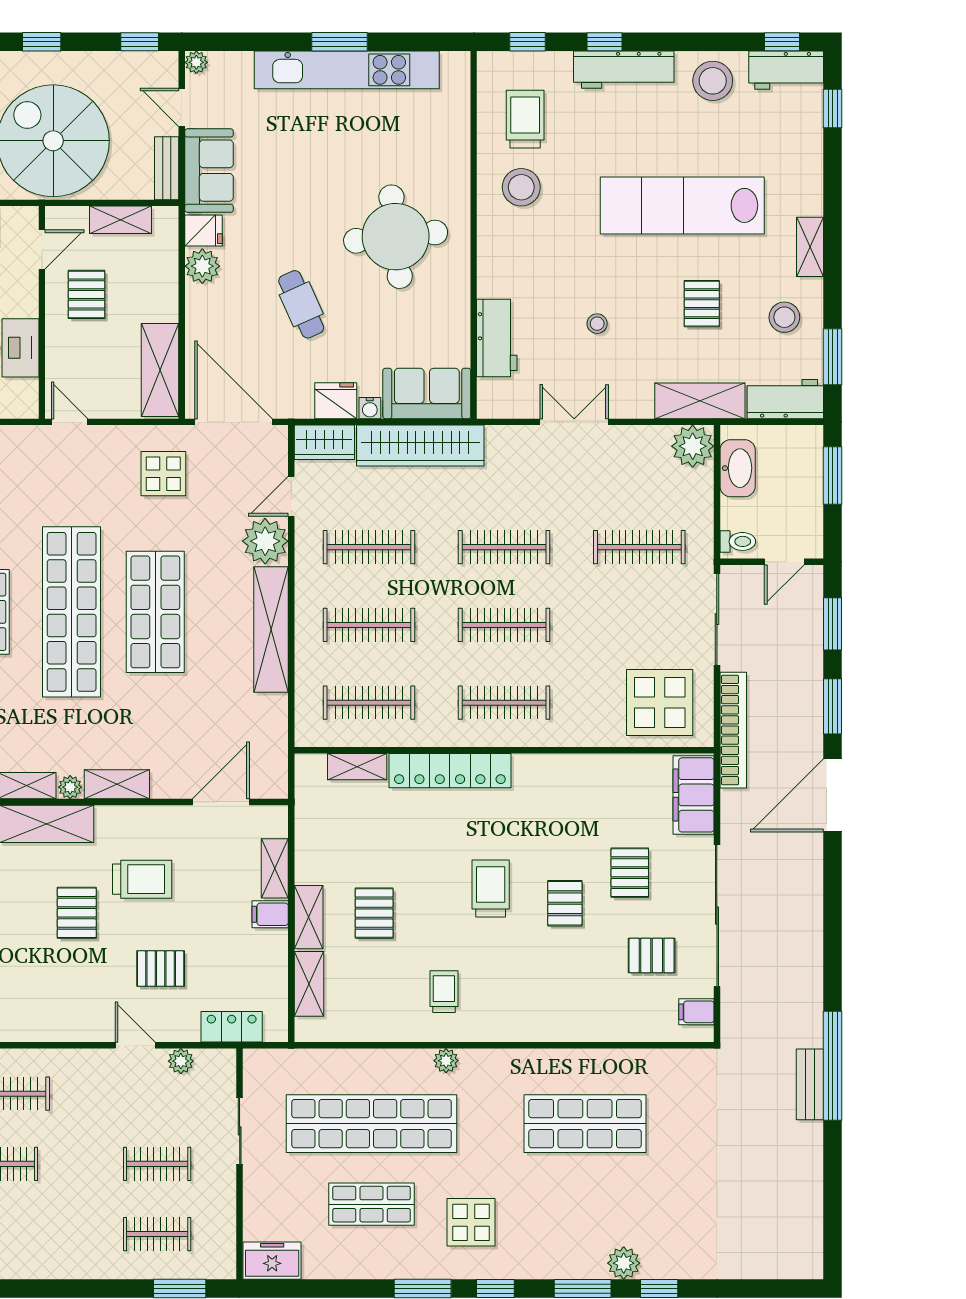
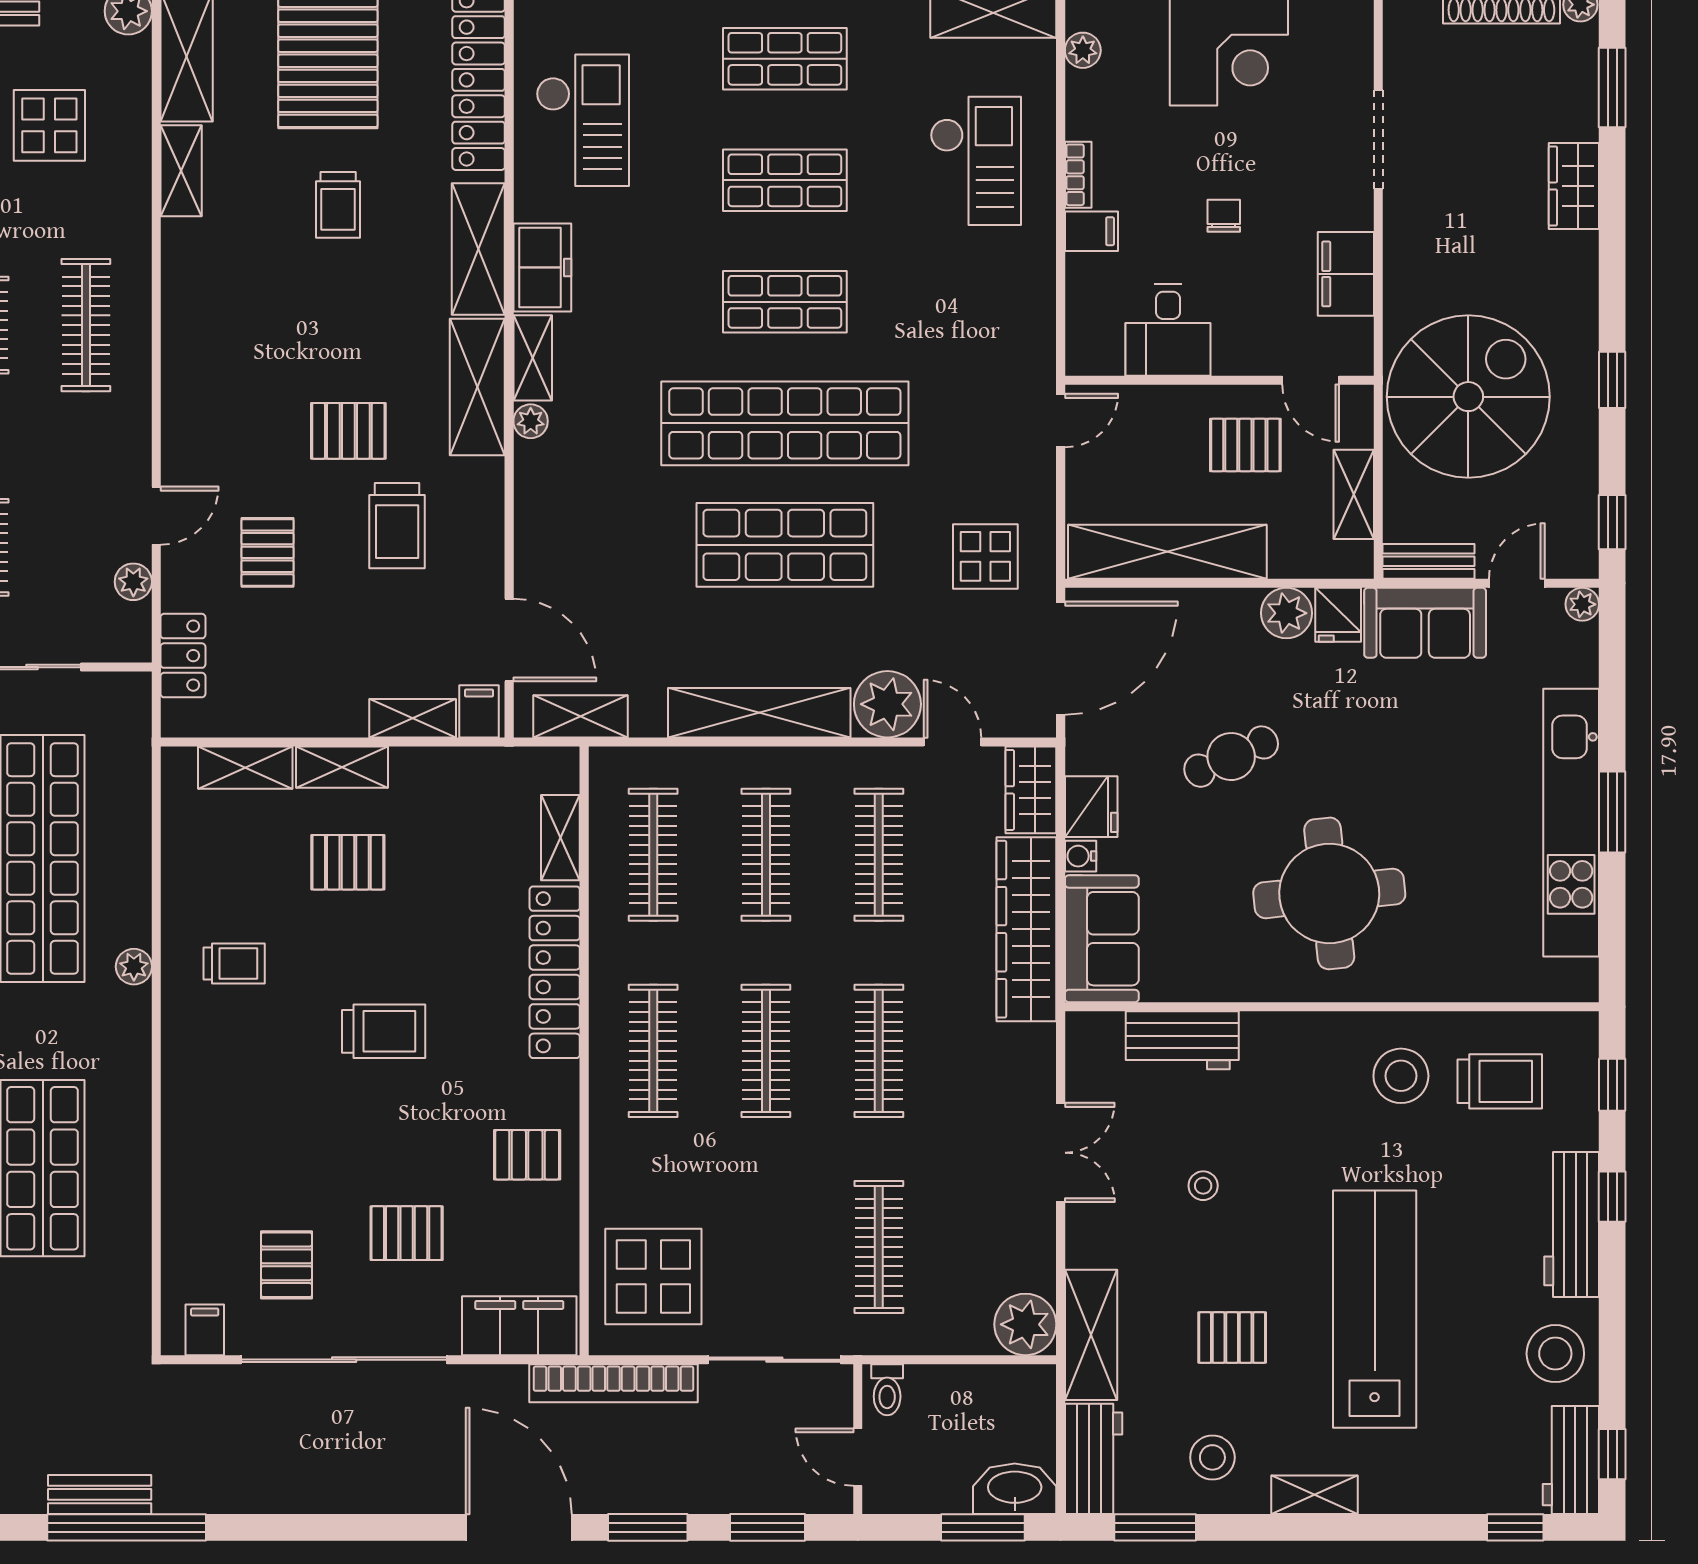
shelving: (160, 370) -> (1167, 552), width x1.47
washbasin: (738, 468) -> (1015, 1489), moved, turned 180
shelving: (117, 784) -> (580, 716), moved, turned 90
pallet: (565, 903) -> (527, 1155), moved
filing cabinet: (270, 914) -> (479, 711), moved

